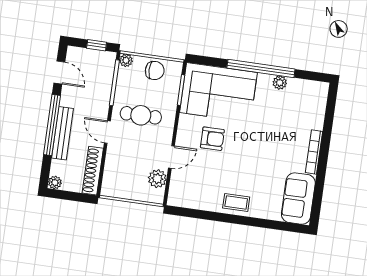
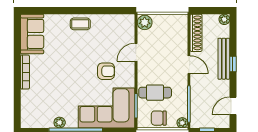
door: (59, 73) -> (233, 106), hinge flipped
cafe table: (141, 115) -> (155, 93), moved
window: (52, 125) -> (233, 64), width x0.32
armchair: (212, 139) -> (106, 71), turned 180
plant: (157, 179) -> (145, 22), moved

